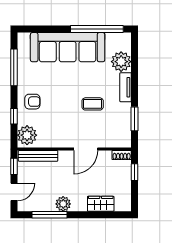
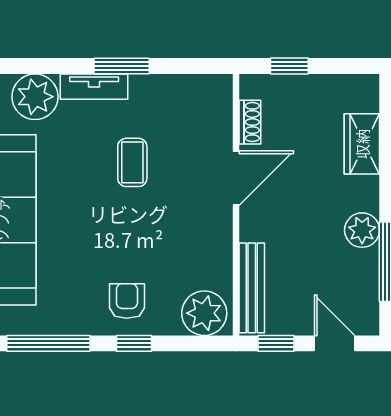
window: (14, 116) -> (134, 343), moved
window: (135, 119) -> (122, 66), moved
door: (86, 149) -> (236, 178), hinge flipped
shoe rack: (122, 155) -> (250, 122), moved

